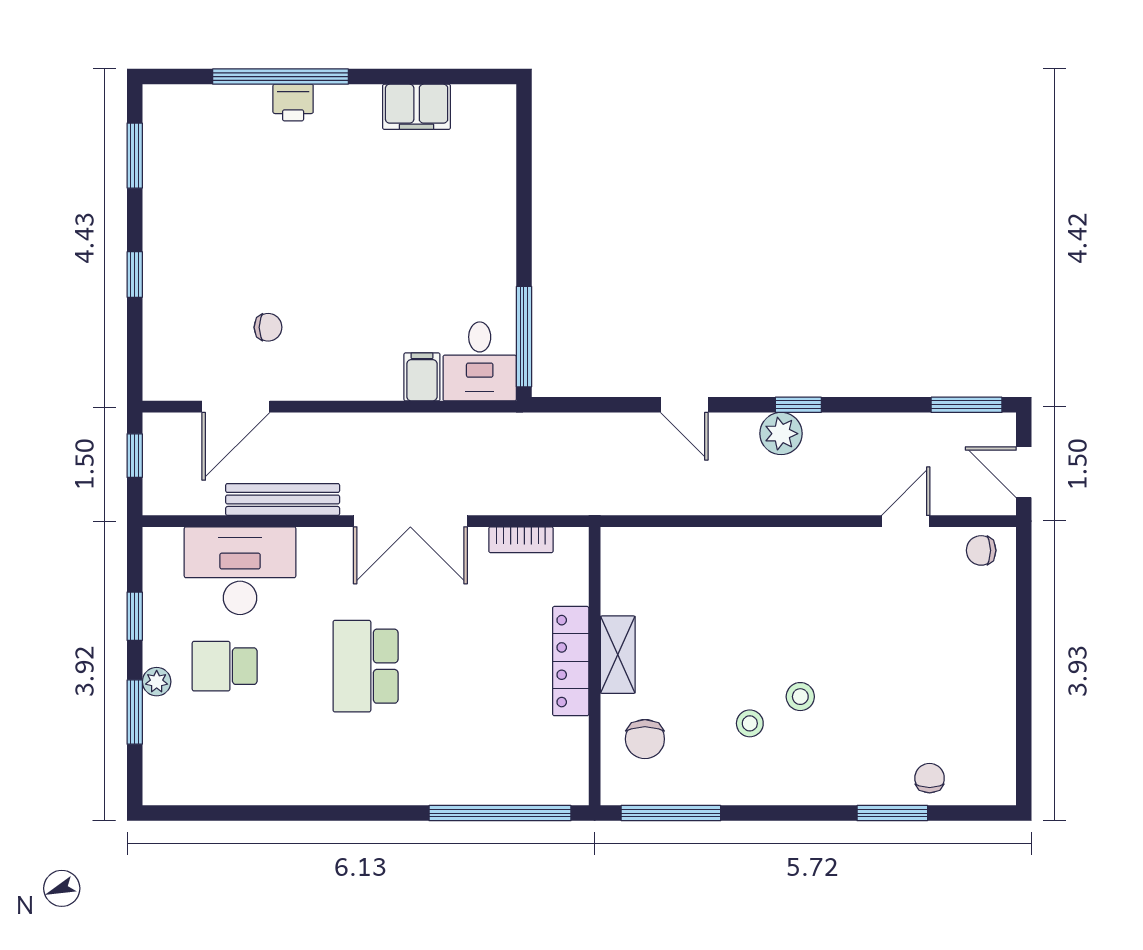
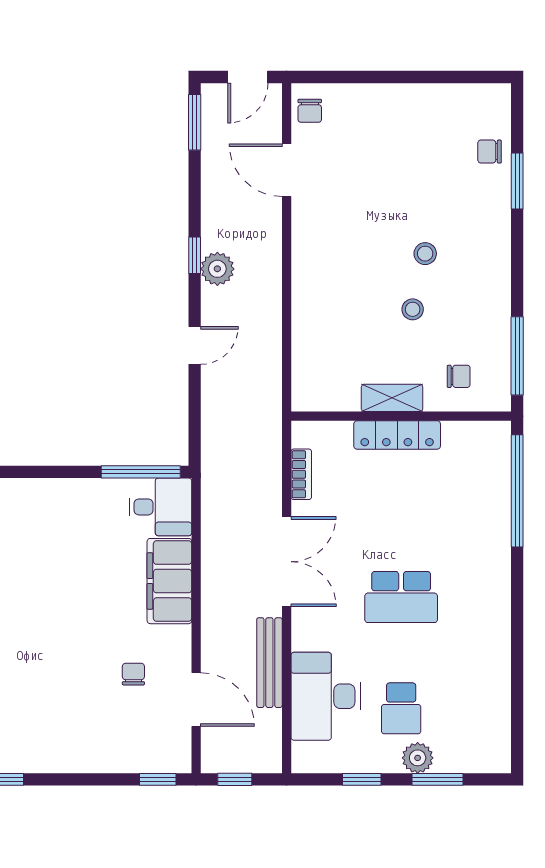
window: (135, 275) -> (158, 779), moved
filing cabinet: (422, 377) -> (169, 581), width x3.00, depth x1.17
door: (906, 521) -> (287, 170), width x1.38
plant: (157, 682) -> (418, 758), width x1.38, depth x1.38
stool: (750, 723) -> (413, 309), moved
chair: (645, 739) -> (459, 376), width x0.73, depth x0.73

